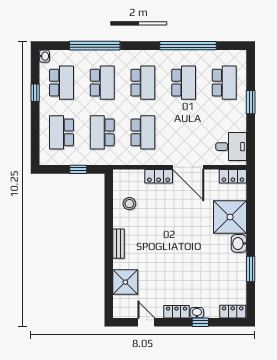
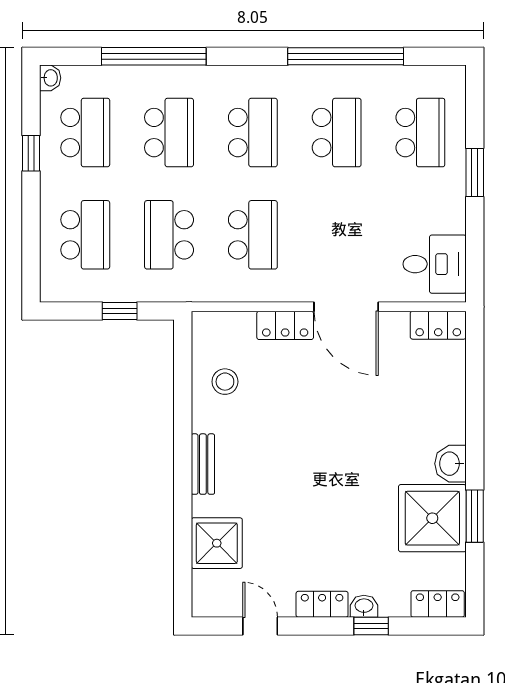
school desk: (61, 132) -> (85, 235), turned 180
shower: (230, 217) -> (432, 518), moved

